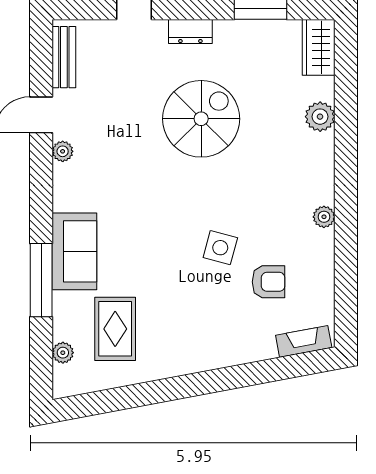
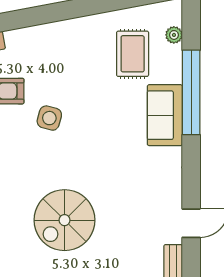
plant: (63, 151) -> (174, 194), removed
window: (41, 280) -> (191, 92), width x1.46

